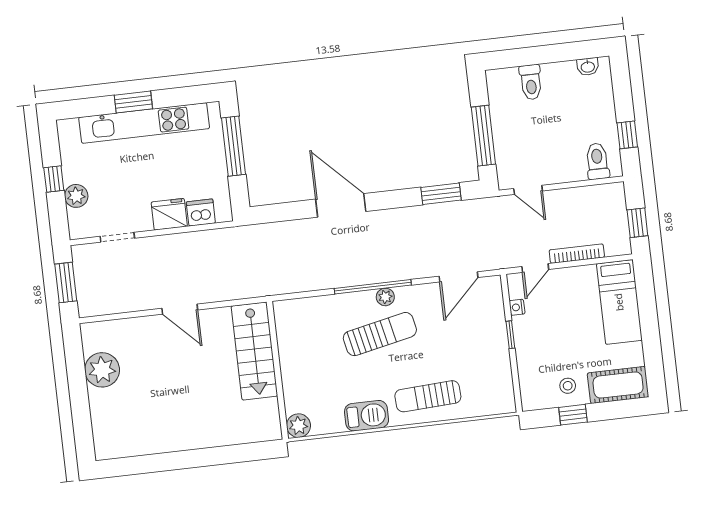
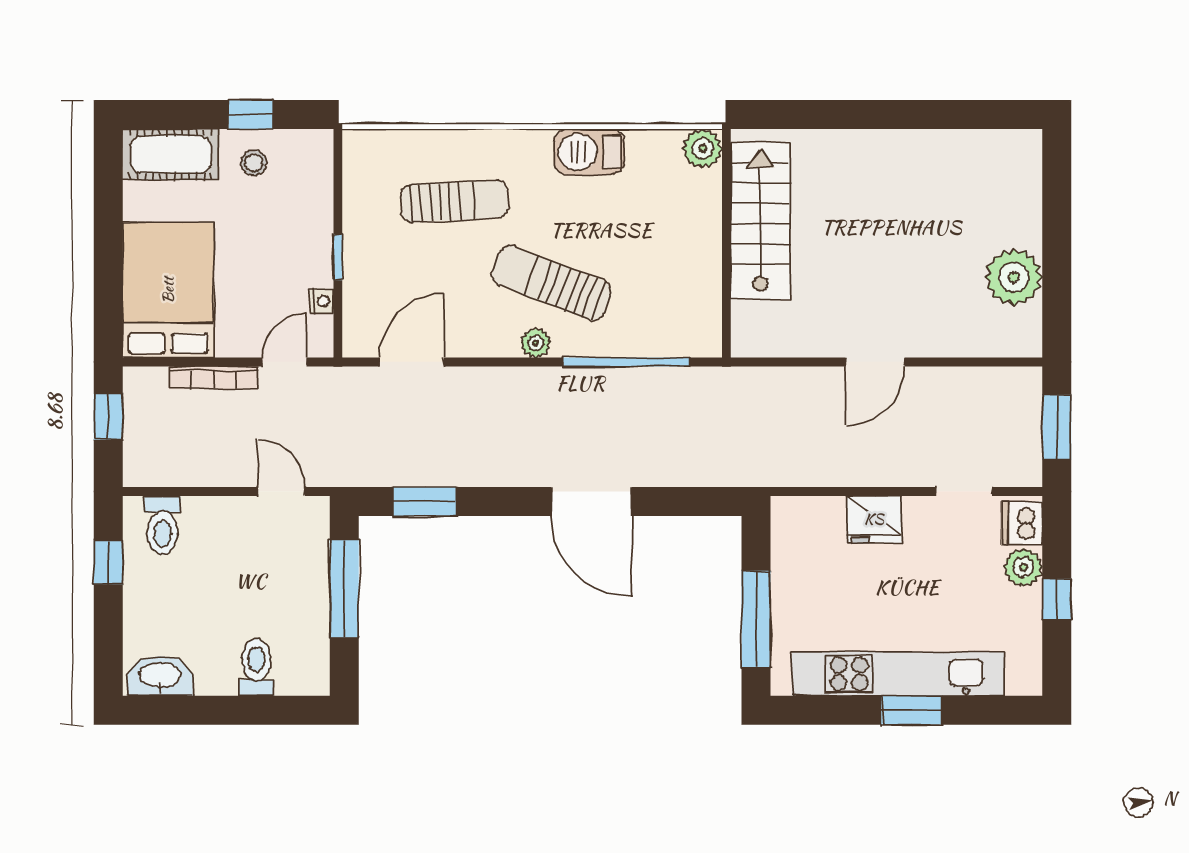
washbasin: (588, 67) -> (160, 676), width x1.91, depth x1.45
dishwasher: (201, 213) -> (1022, 523), moved, turned 90
window: (373, 287) -> (626, 362), moved
bed: (619, 302) -> (168, 290), width x1.50
door: (180, 309) -> (875, 362), swing flipped
sun lounger: (380, 334) -> (552, 283), turned 33
stairs: (254, 351) -> (760, 221), moved
sun lounger: (428, 396) -> (455, 201), moved

